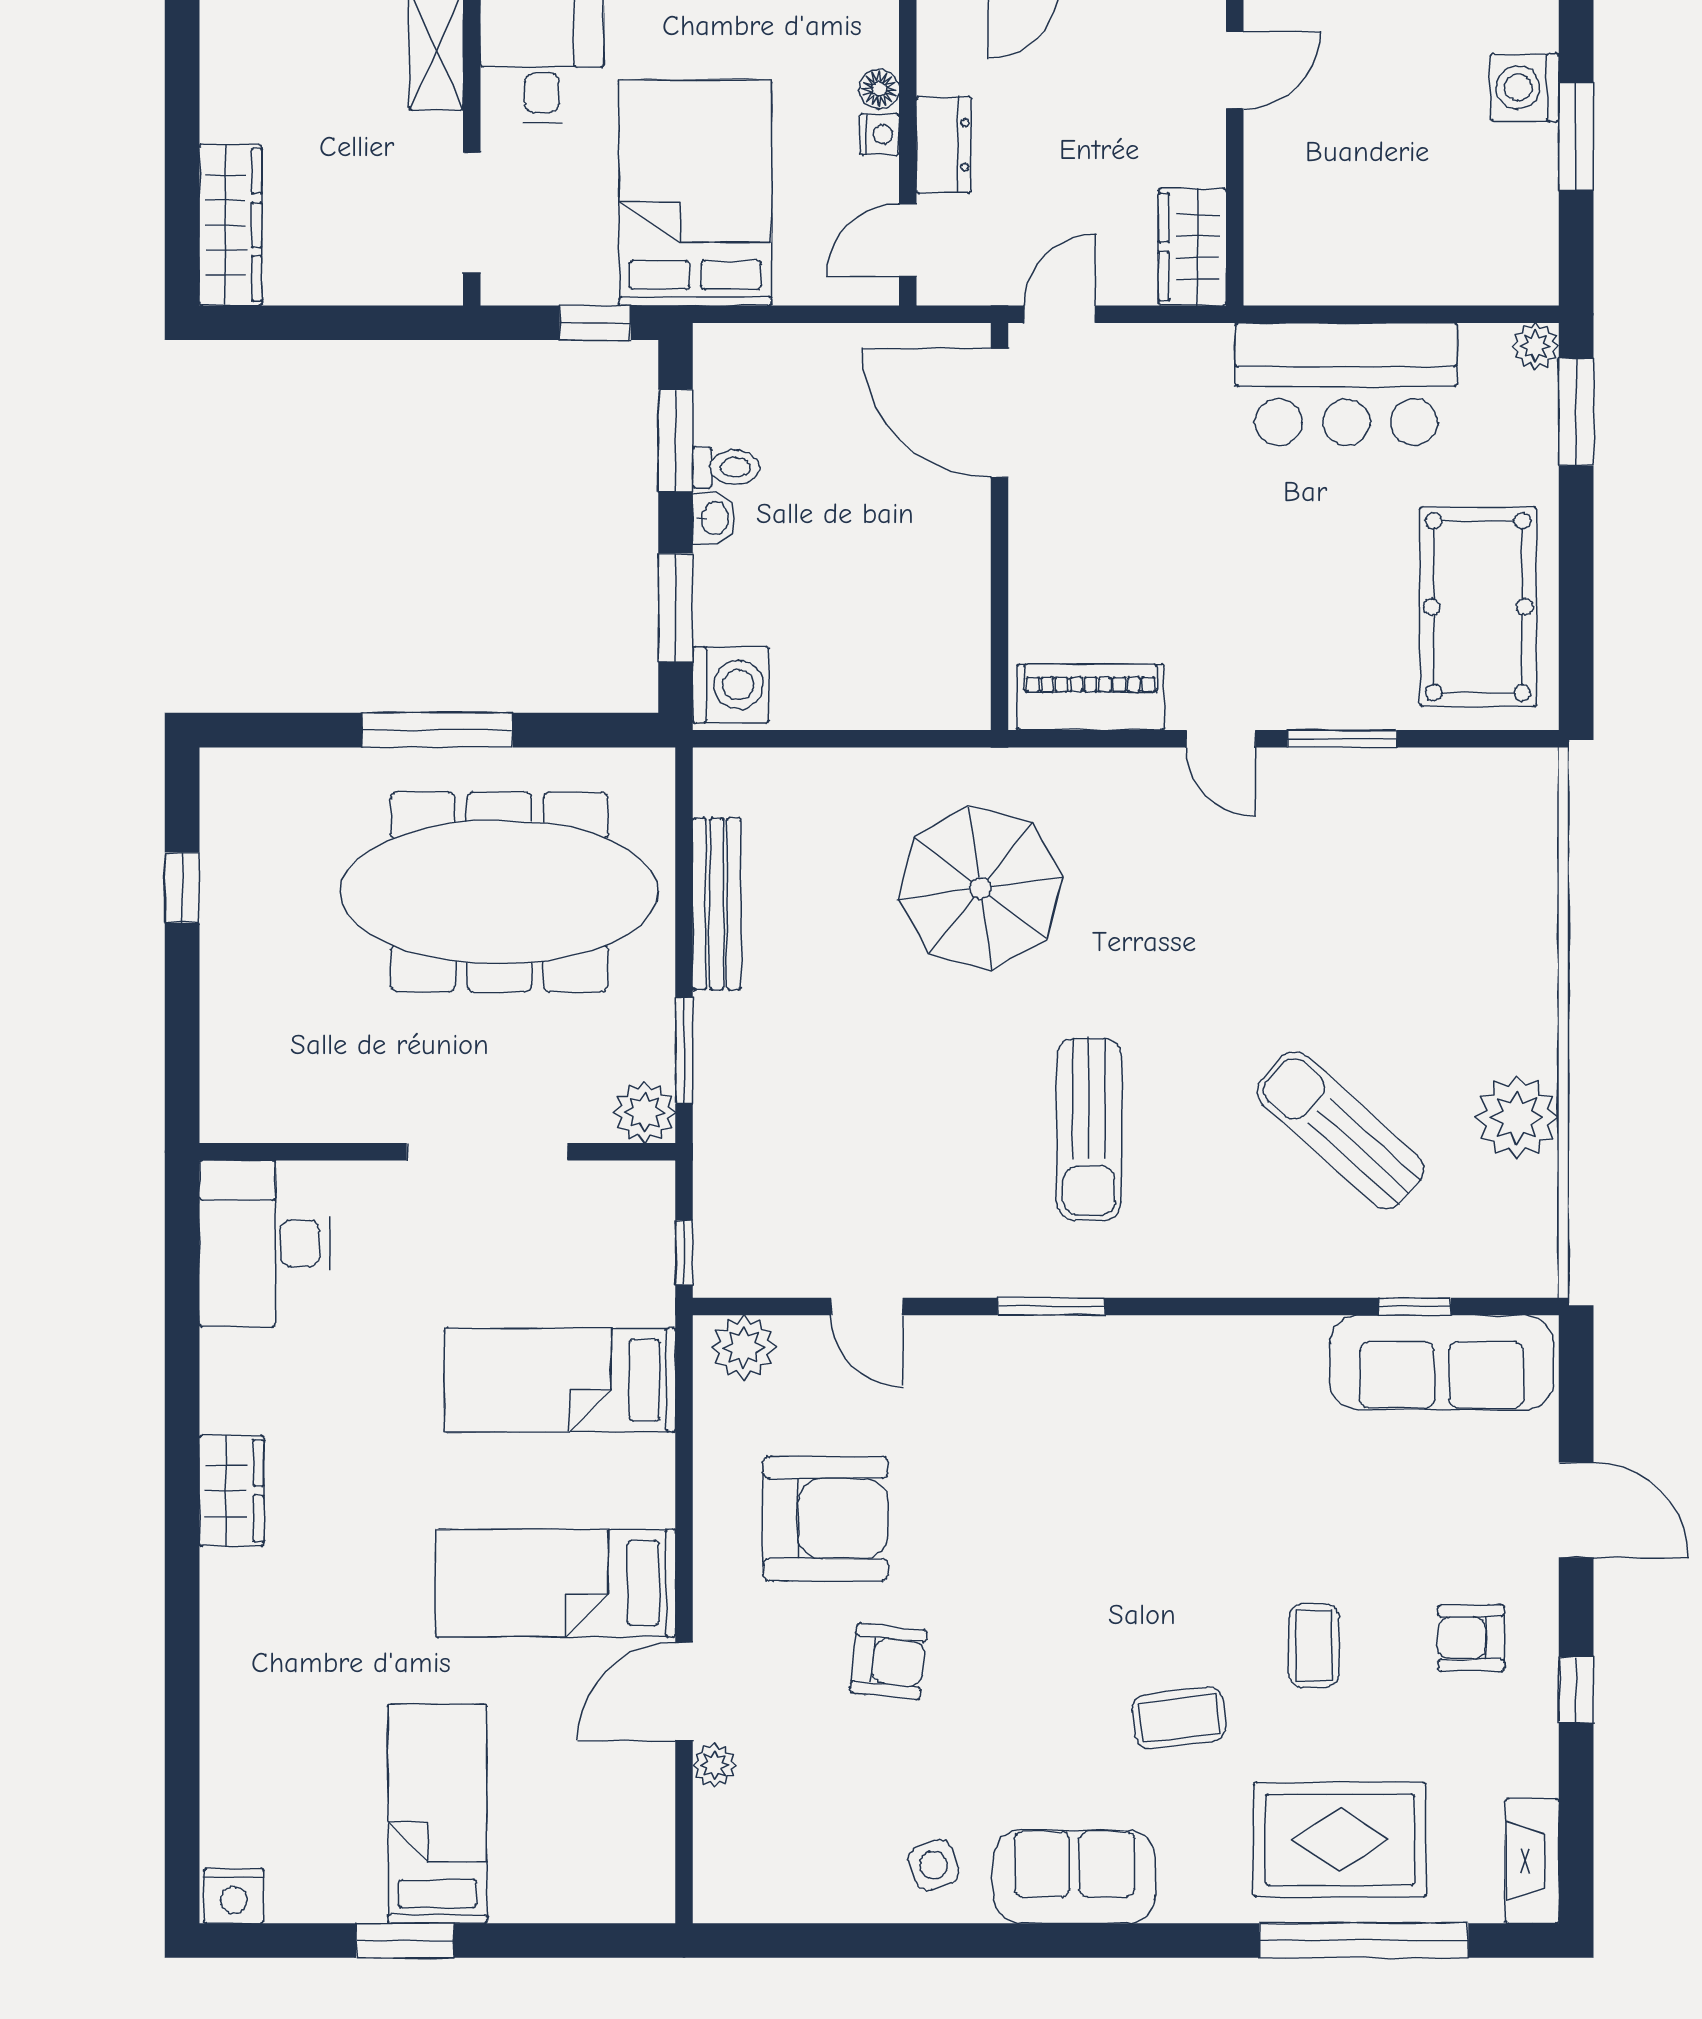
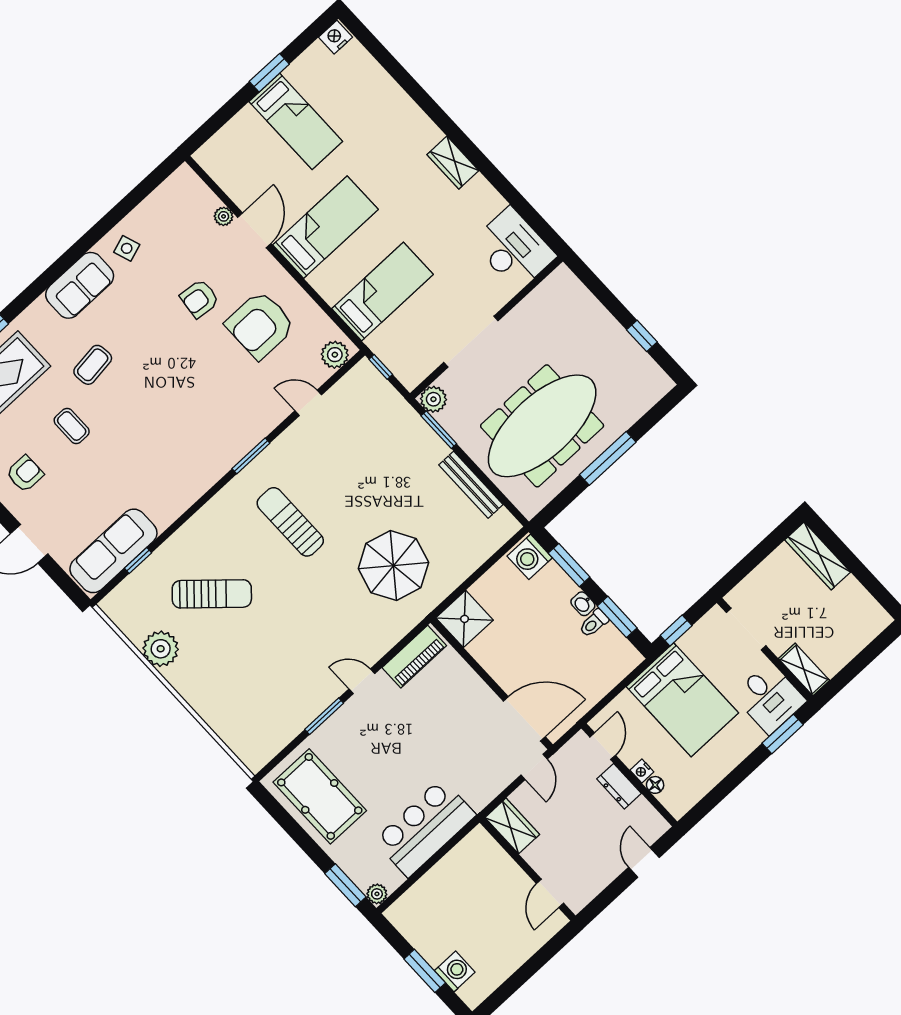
shower: (943, 682) -> (465, 619), added

